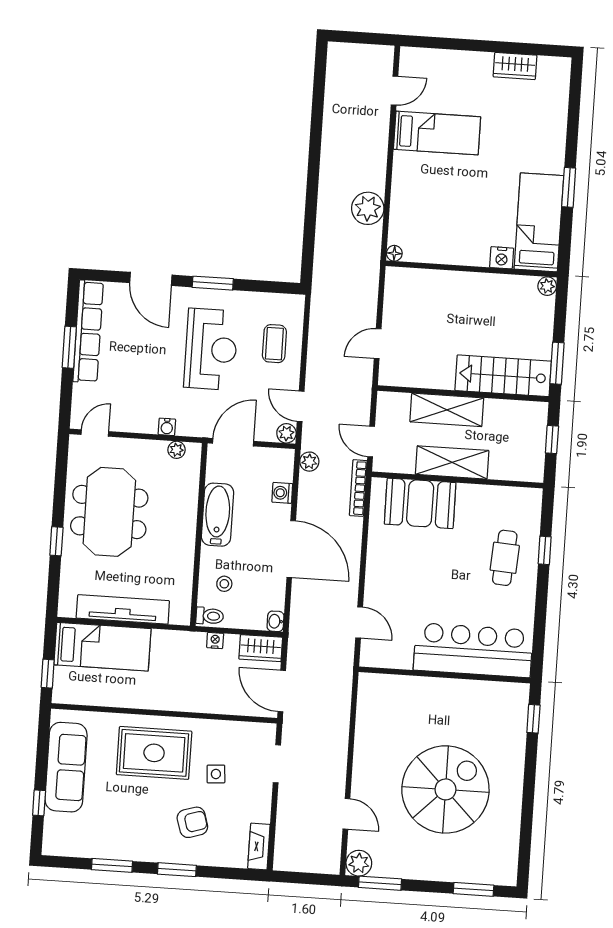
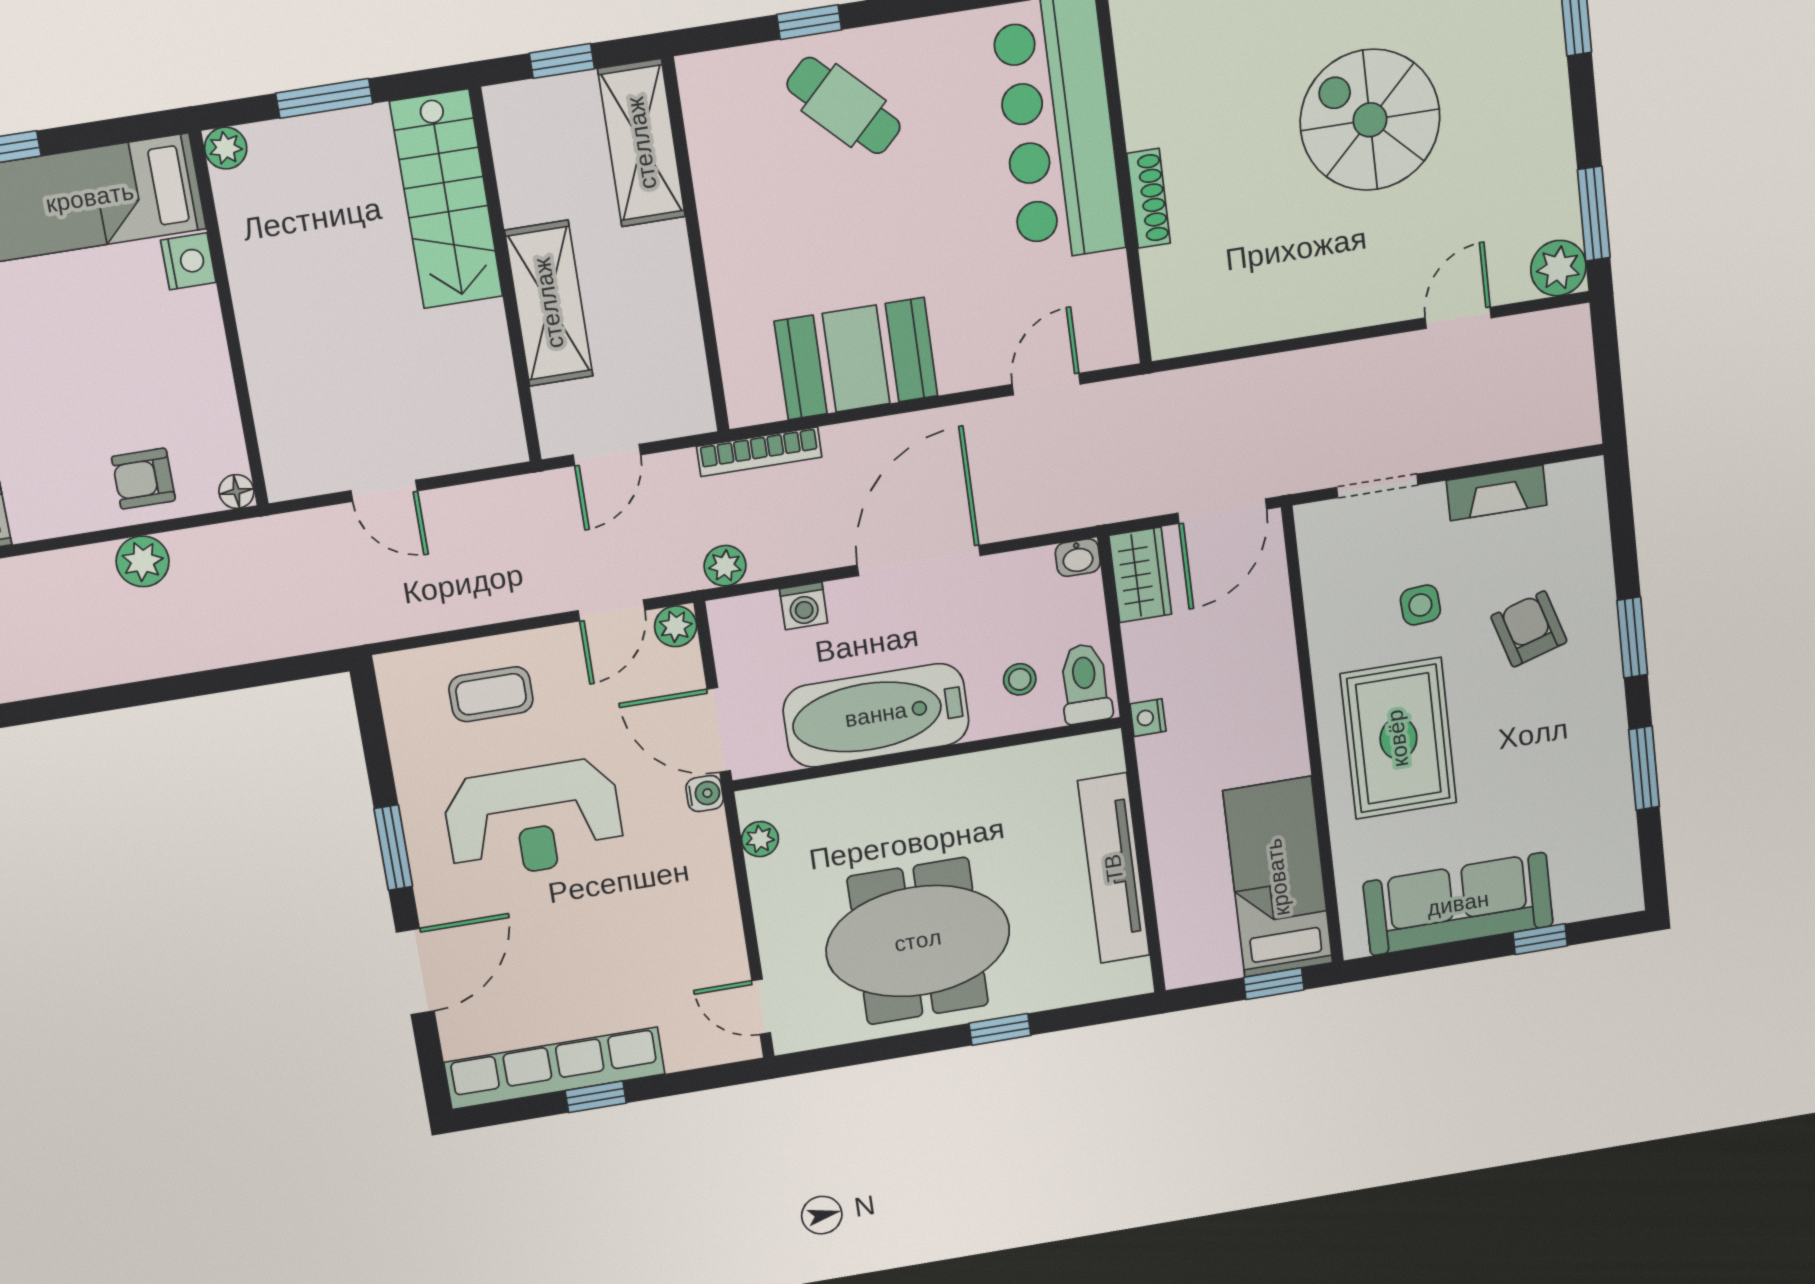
plant: (368, 208) -> (143, 561), width x0.73, depth x0.73
armchair: (410, 214) -> (143, 479), added
door: (378, 344) -> (384, 491), moved
window: (69, 347) -> (596, 1097), width x0.67
reception desk: (211, 349) -> (534, 819), turned 180
window: (557, 363) -> (324, 98), moved
water cooler: (167, 427) -> (705, 794), moved
door: (371, 442) -> (607, 455), moved
shelving: (452, 462) -> (642, 143), moved
booth: (420, 503) -> (856, 359), moved, turned 90
bathtub: (218, 515) -> (876, 715), width x1.36, depth x1.36
cafe table: (505, 558) -> (844, 106), turned 41
toilet: (210, 616) -> (1085, 684), width x1.37, depth x1.39
nightstand: (215, 640) -> (1148, 718), moved
bed: (102, 647) -> (1278, 877), moved
shoe rack: (433, 684) -> (1149, 198), added
spiral stairs: (445, 789) -> (1370, 120), width x0.73, depth x0.73
fireplace: (259, 847) -> (1497, 493), moved

